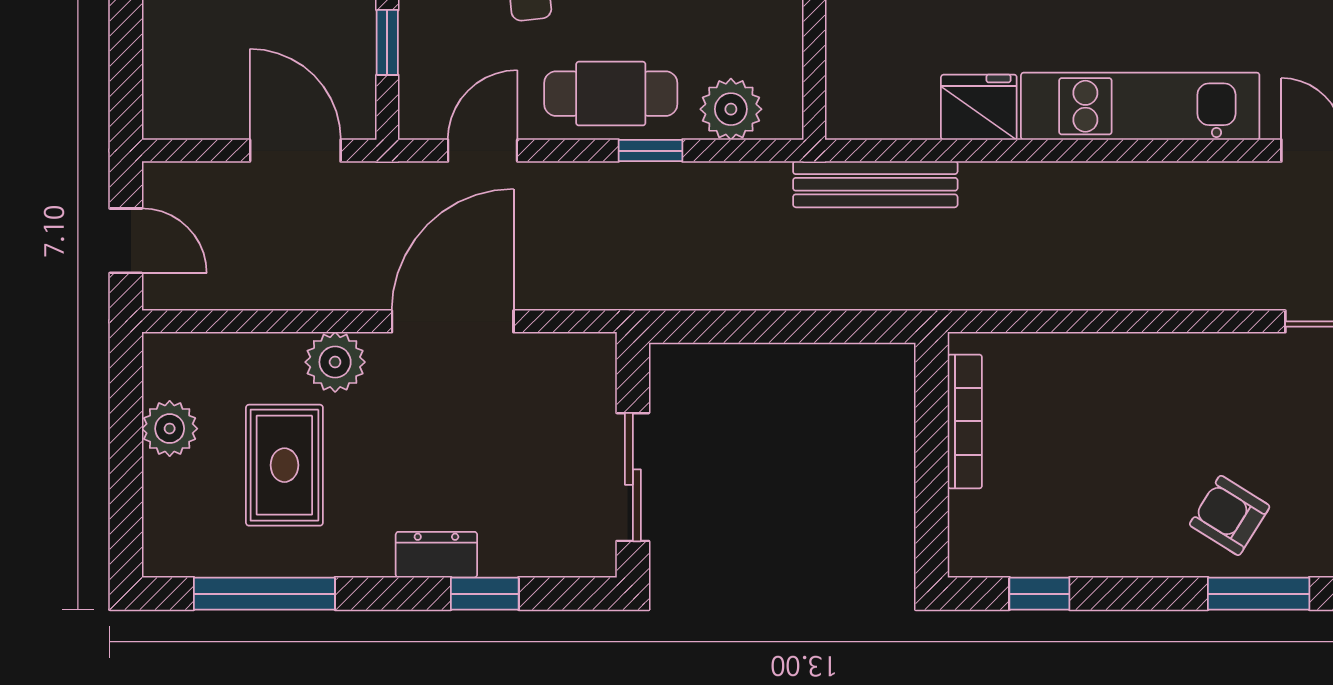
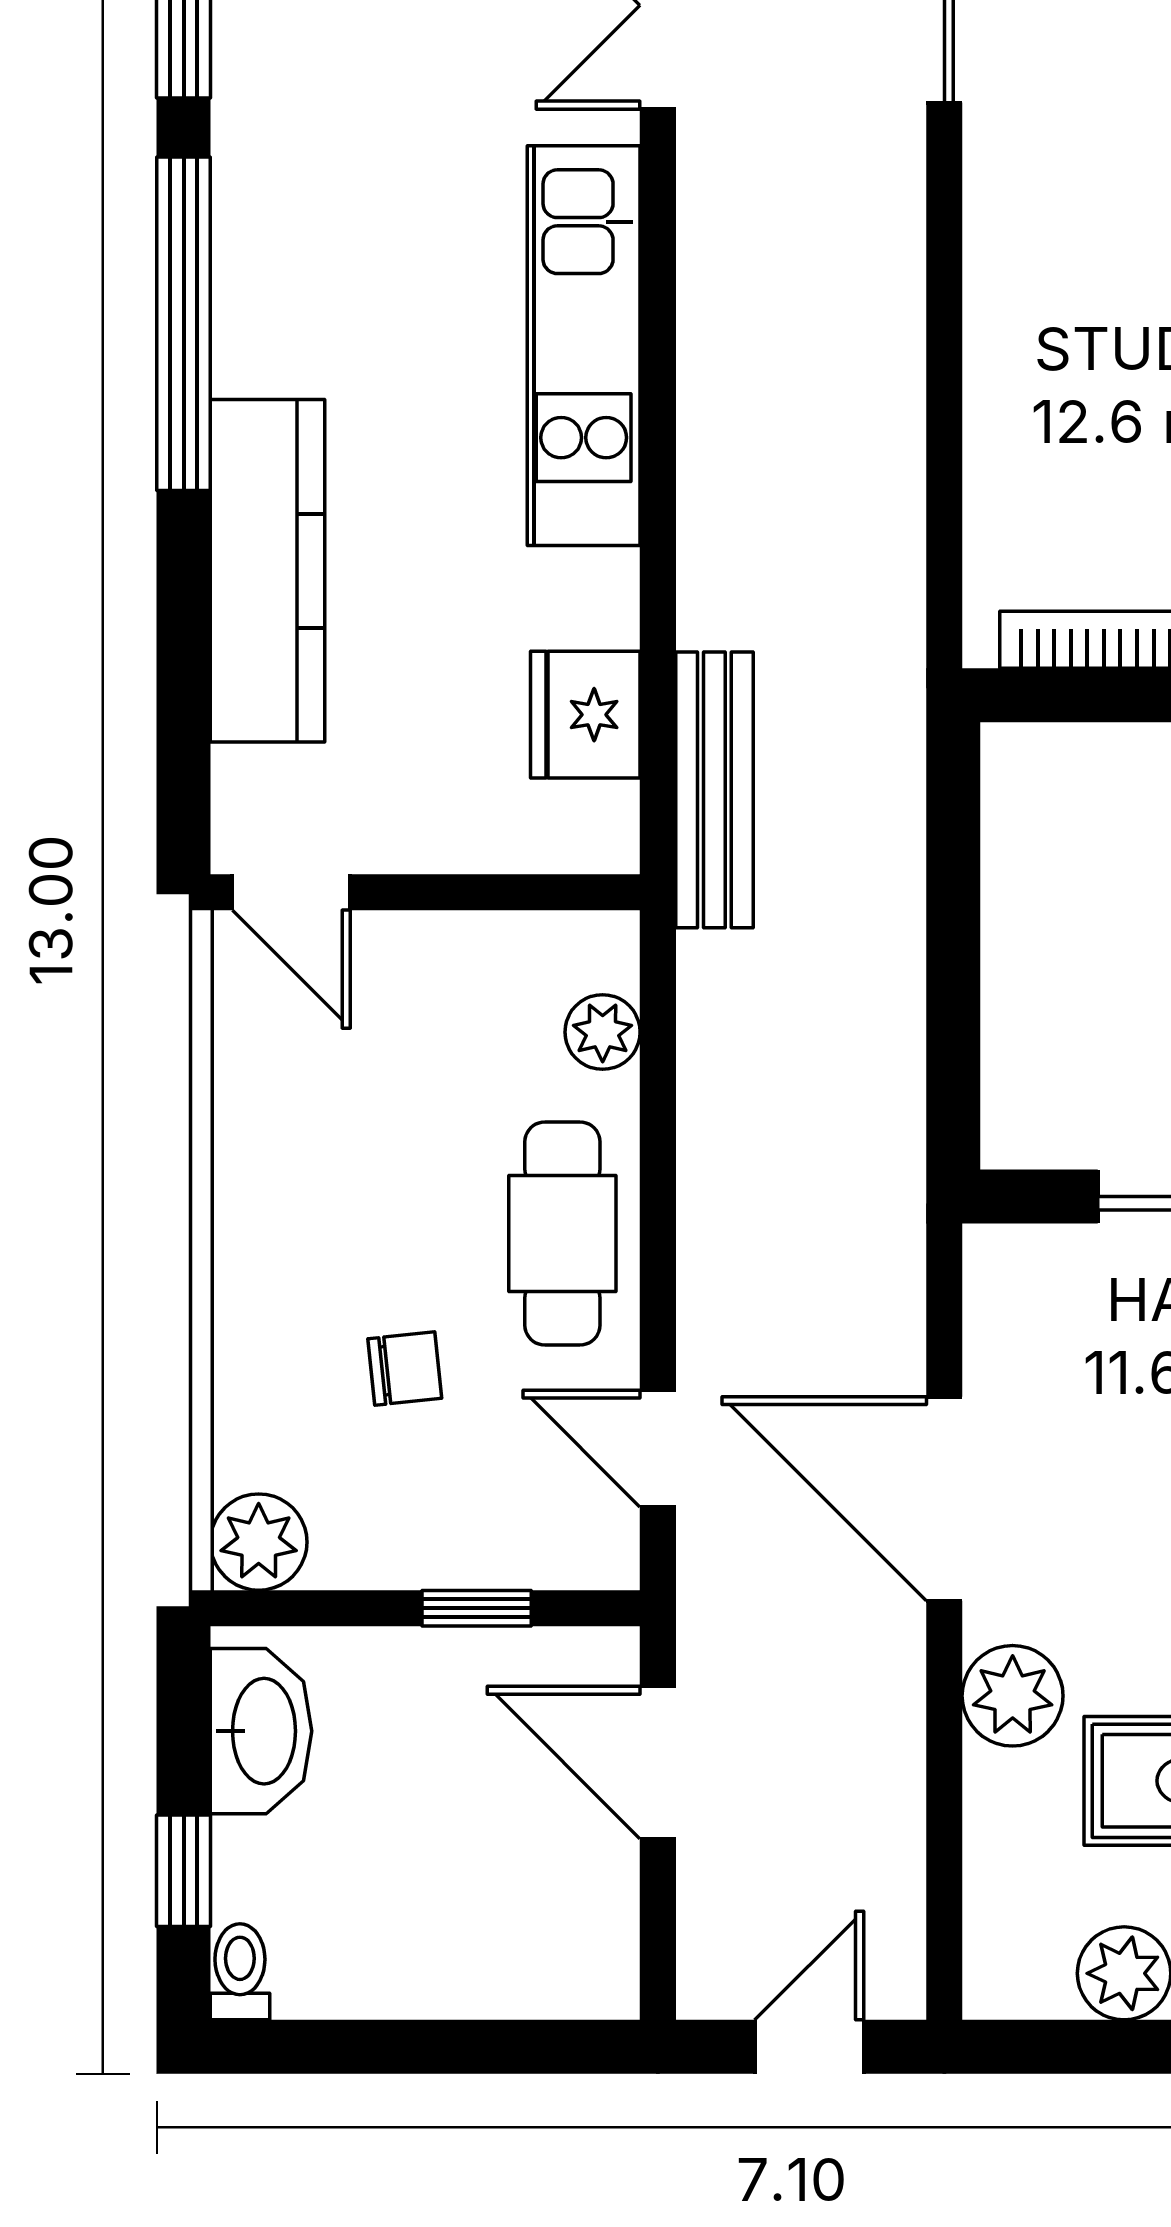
fridge: (979, 107) -> (585, 715), moved
plant: (731, 109) -> (603, 1032), width x0.73, depth x0.73
door: (295, 151) -> (658, 1763), hinge flipped
window: (651, 151) -> (658, 1167), removed

